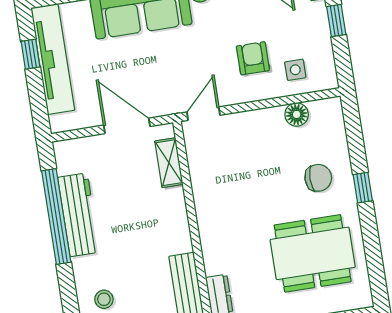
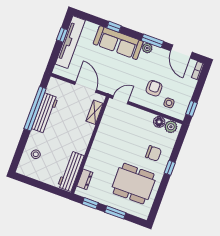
window: (336, 21) -> (191, 109), moved
plant: (323, 111) -> (171, 127), added

